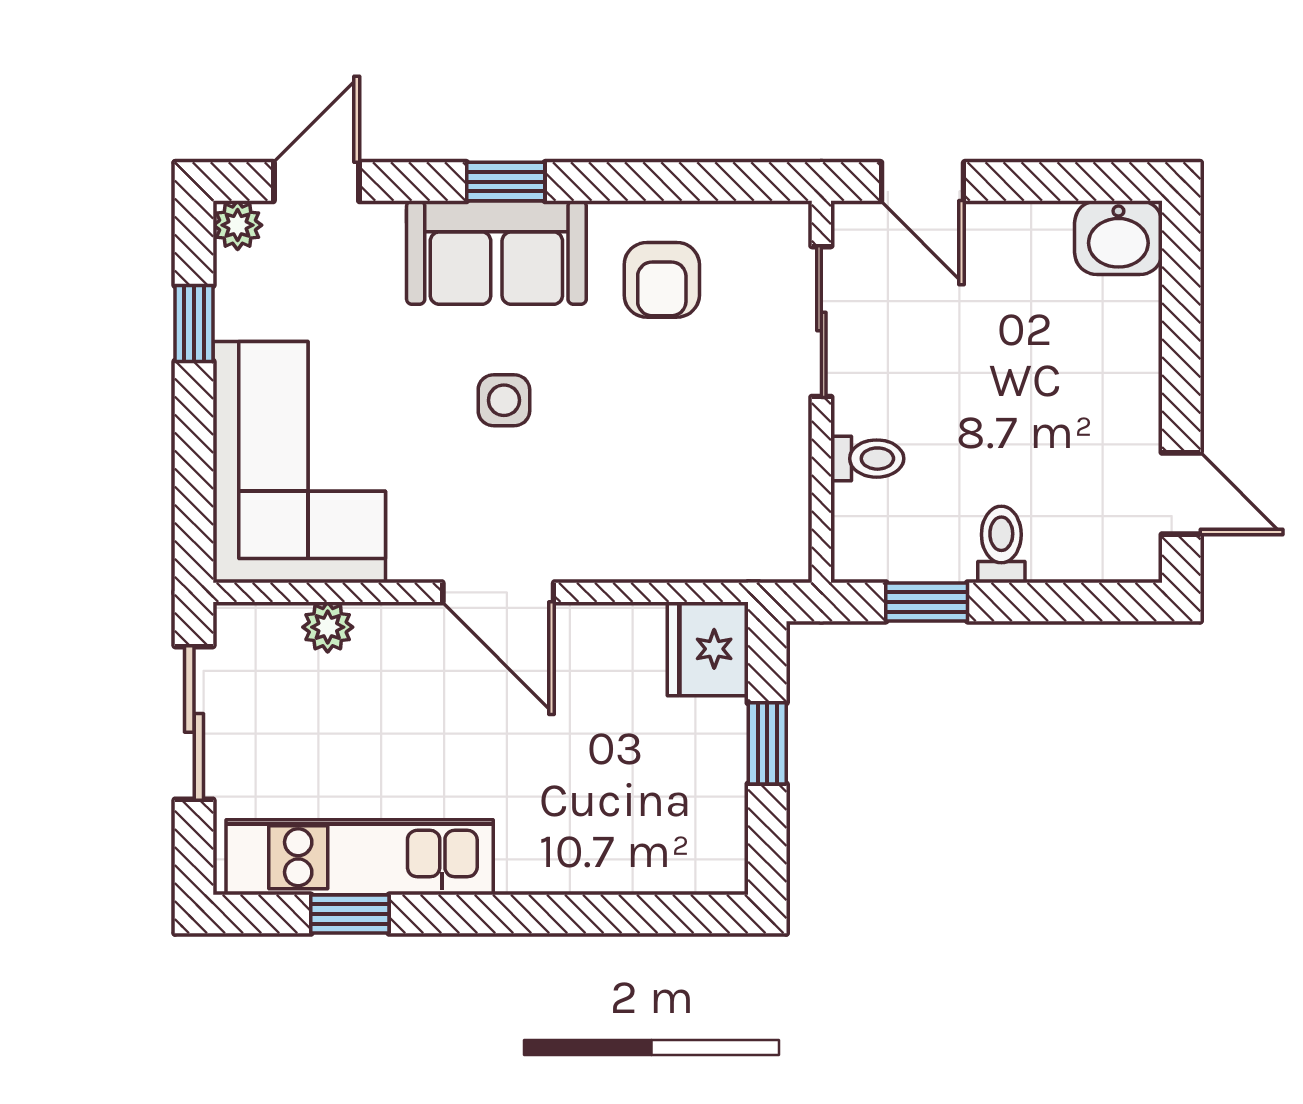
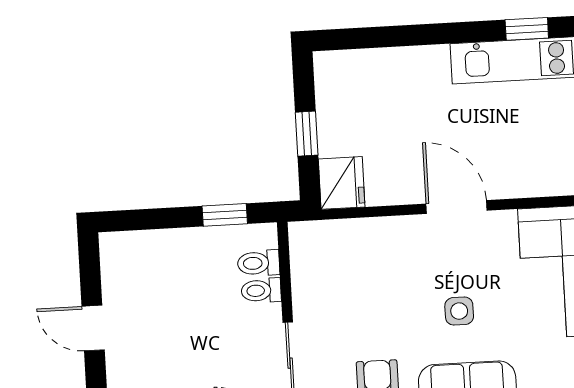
door: (1181, 494) -> (93, 328), moved
toilet: (1001, 544) -> (259, 263), moved, turned 90
plant: (328, 627) -> (547, 183), removed

